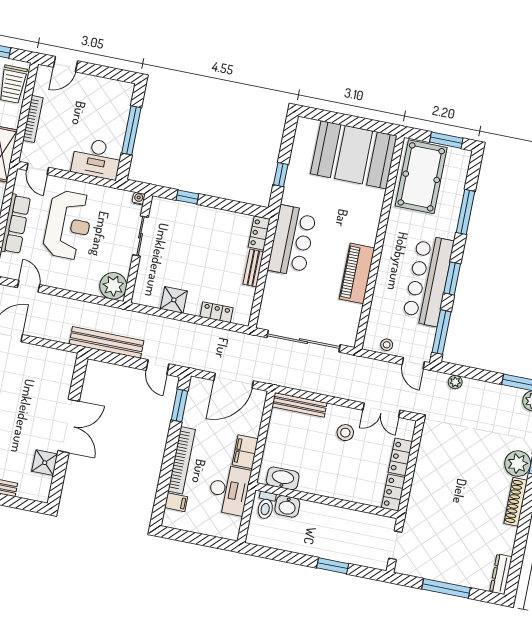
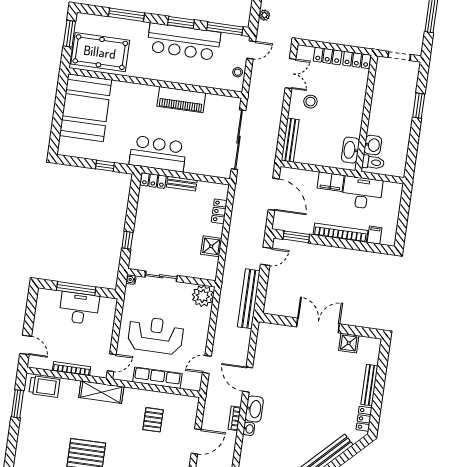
desk: (97, 158) -> (79, 308), moved, turned -90

